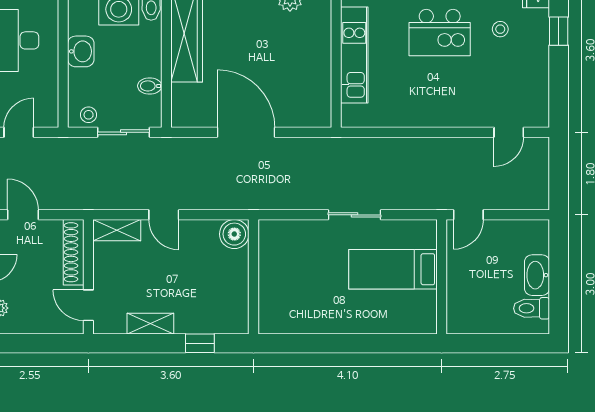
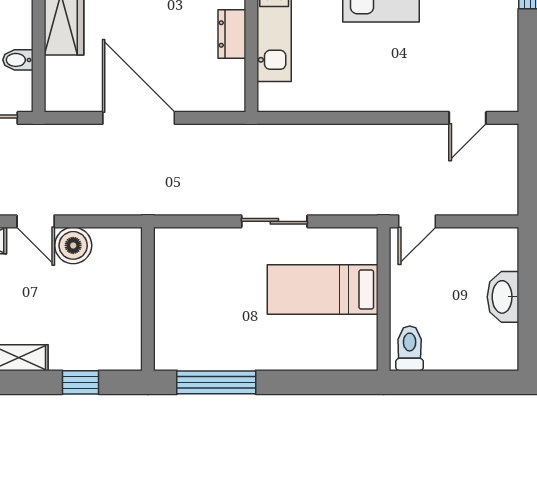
dresser: (321, 65) -> (232, 34), added
boiler: (234, 234) -> (73, 245), moved
toilet: (532, 308) -> (410, 348), moved, turned 90
window: (308, 343) -> (216, 382), added

